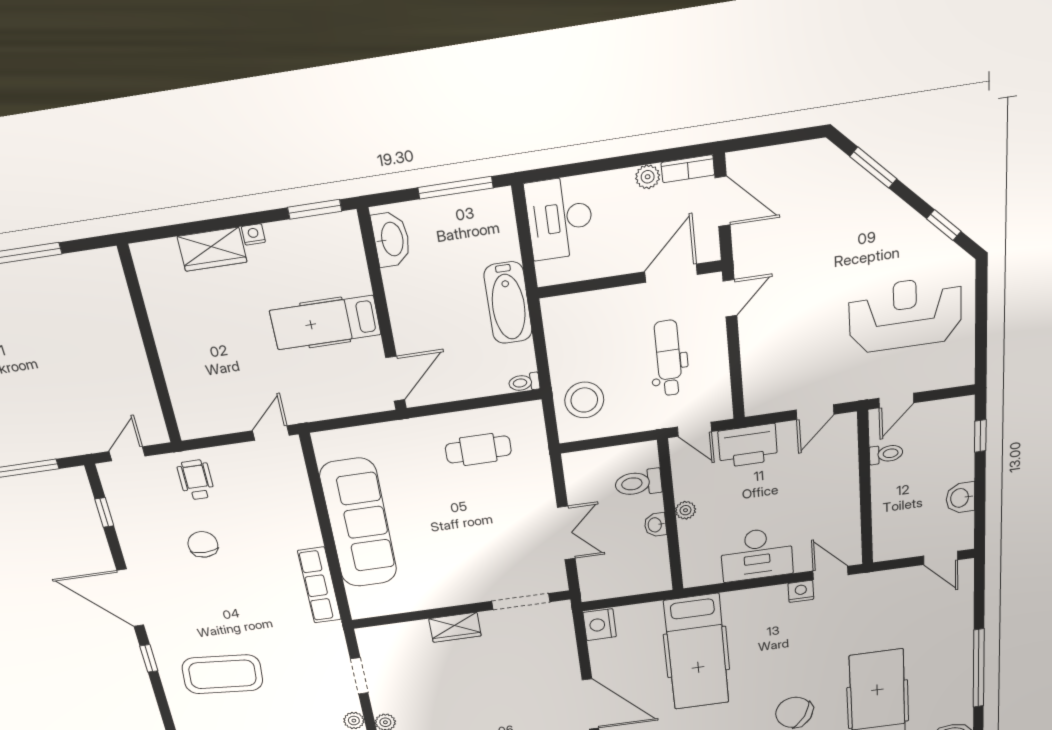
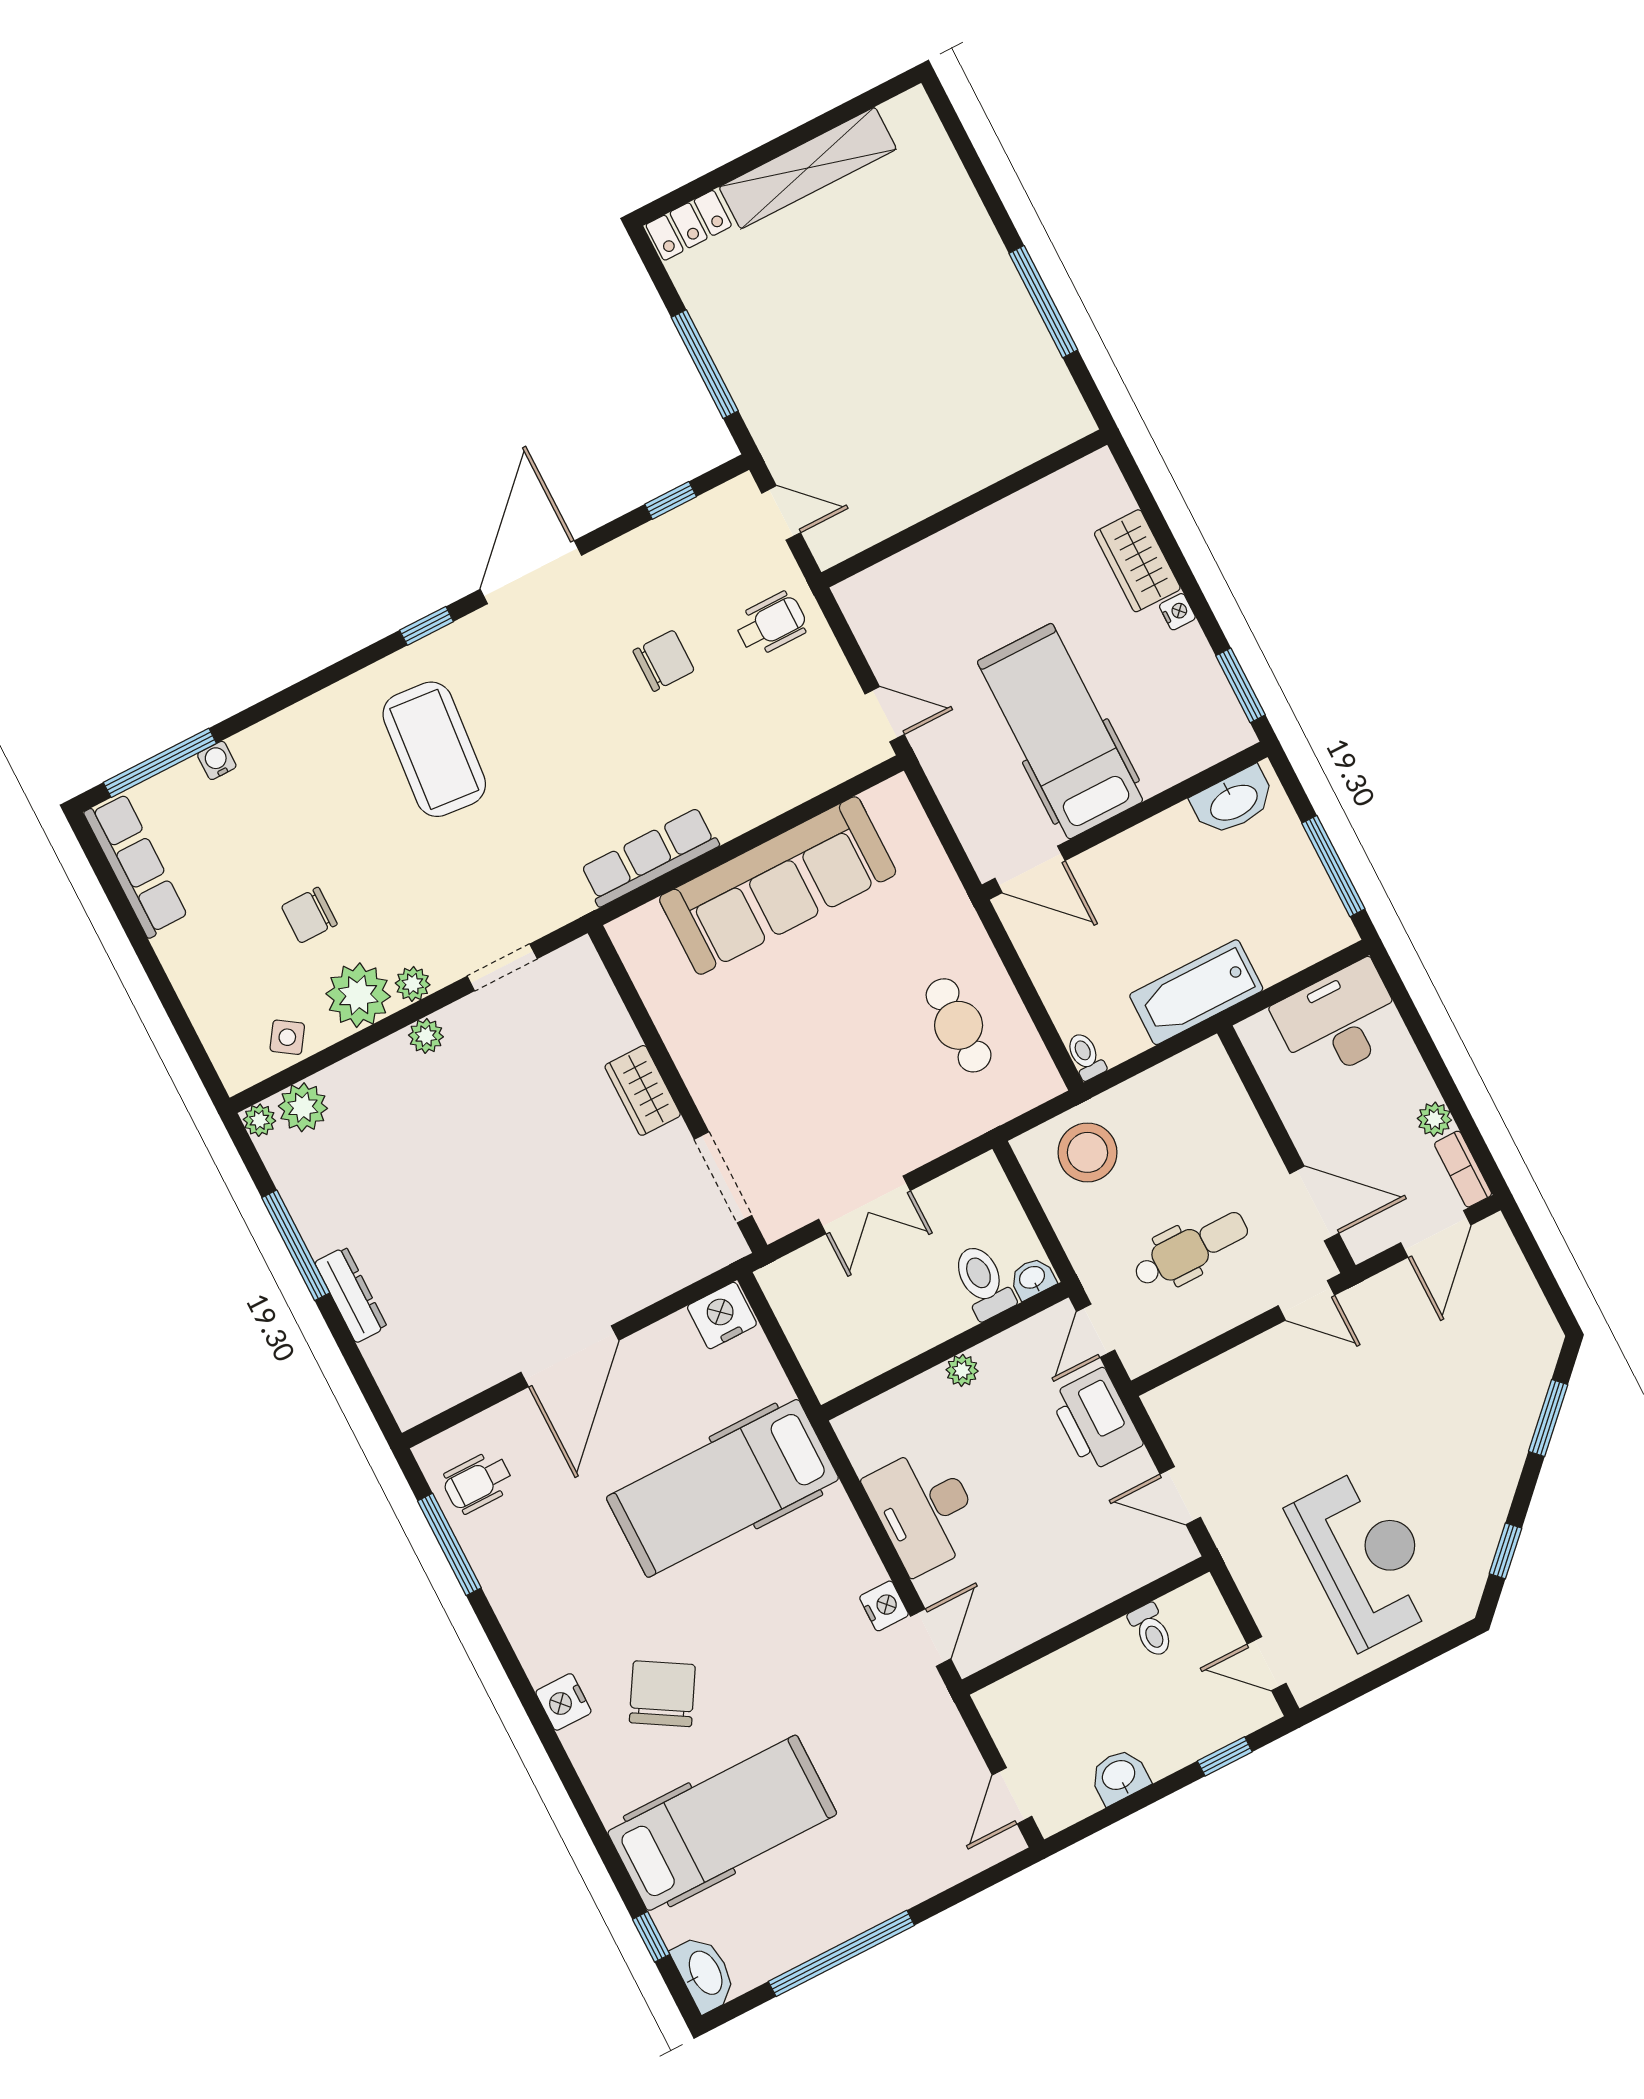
hospital bed: (325, 323) -> (1060, 731), width x1.37, depth x1.29
door: (896, 401) -> (1267, 1664), moved
washbasin: (655, 525) -> (1032, 1278), moved

